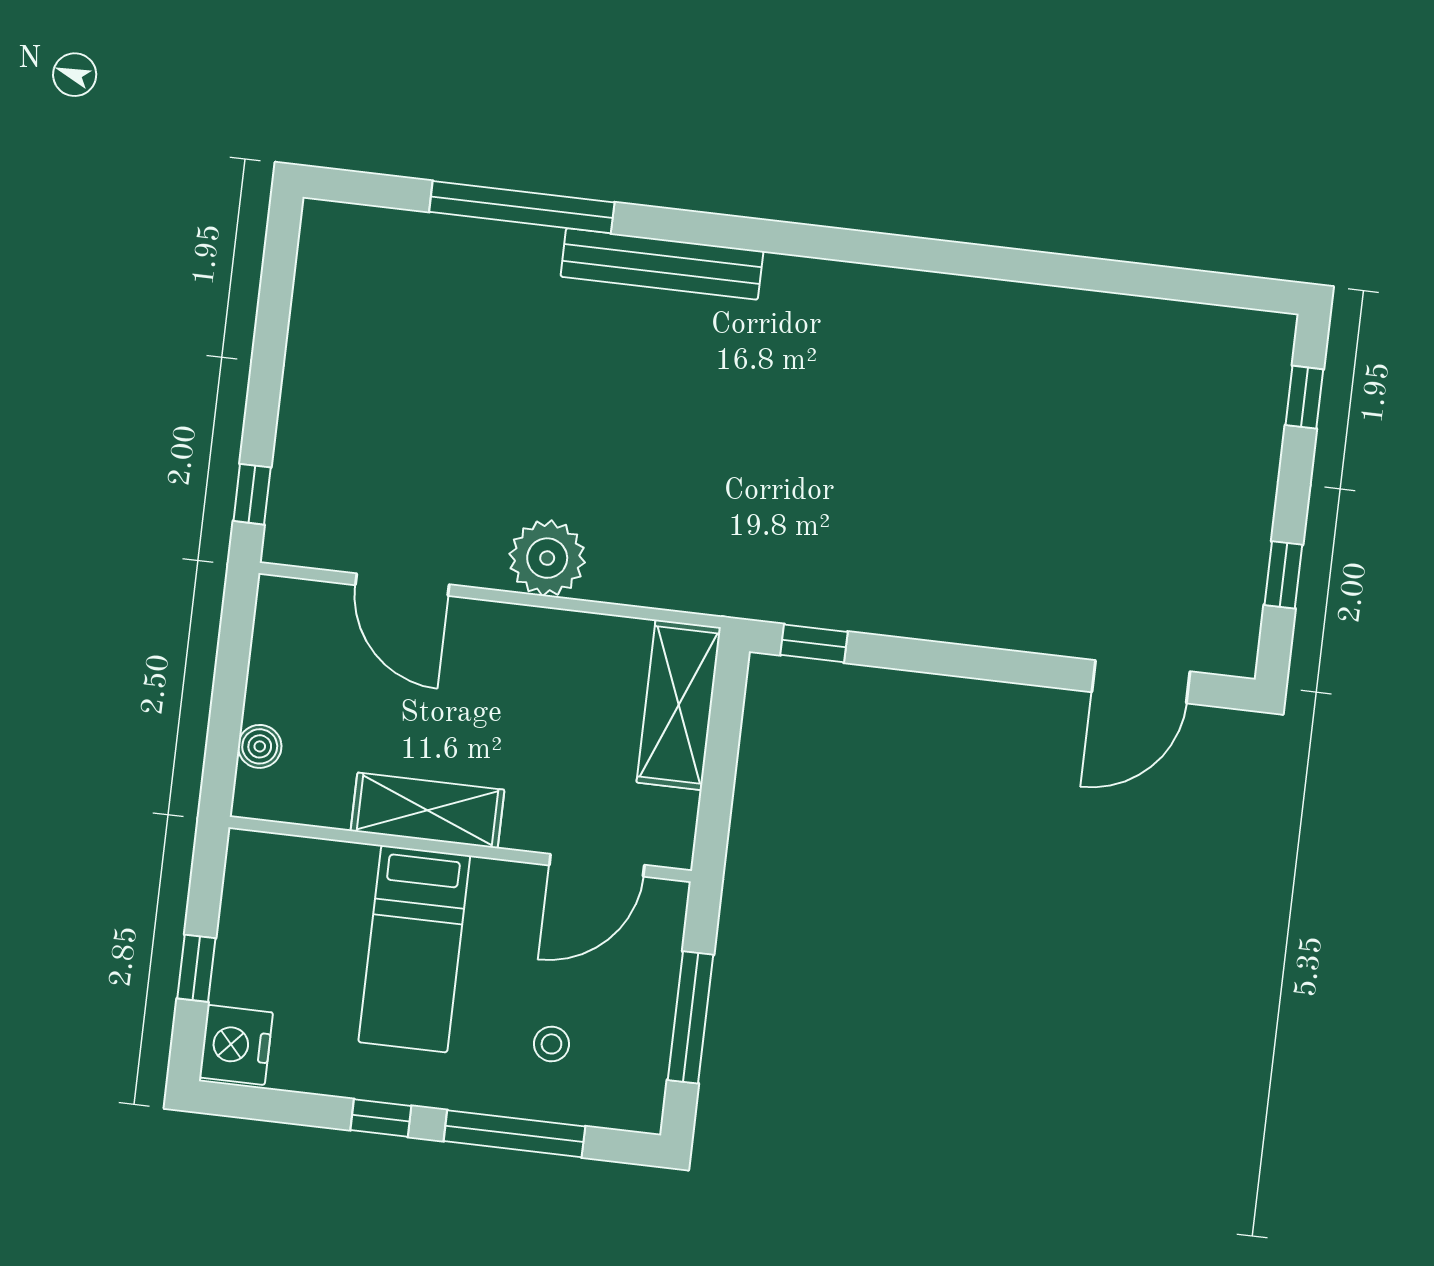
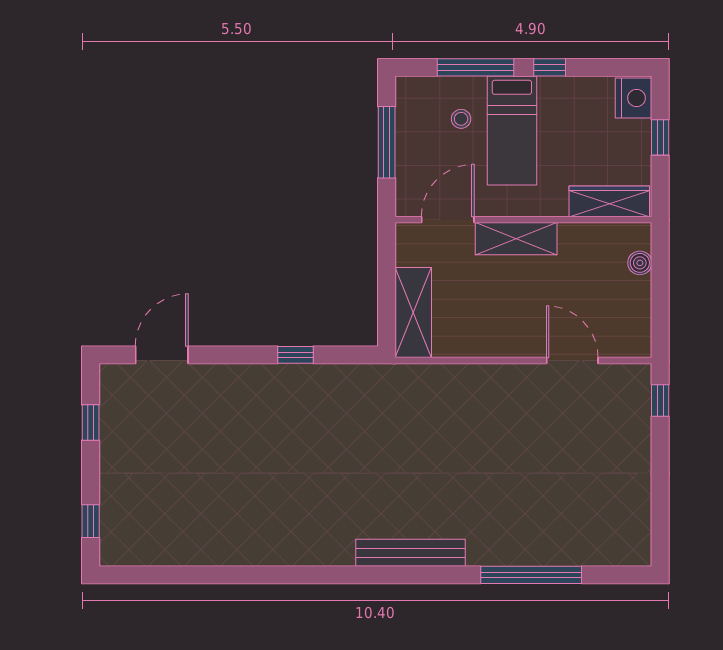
bench: (662, 264) -> (410, 553), moved
plant: (547, 558) -> (495, 384), removed
window: (814, 643) -> (295, 355), moved
shelving: (428, 810) -> (516, 239), moved
wardrobe: (302, 864) -> (609, 201), added
bed: (414, 949) -> (512, 130), moved, turned 180

